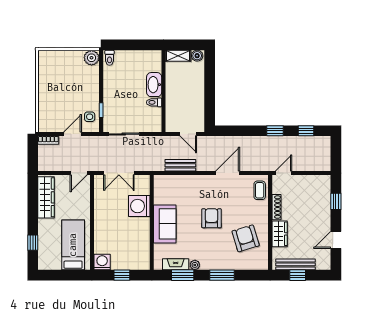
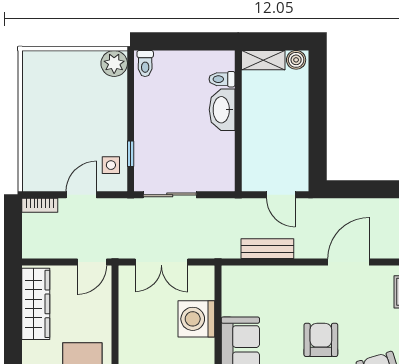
toilet: (154, 102) -> (222, 79), moved

